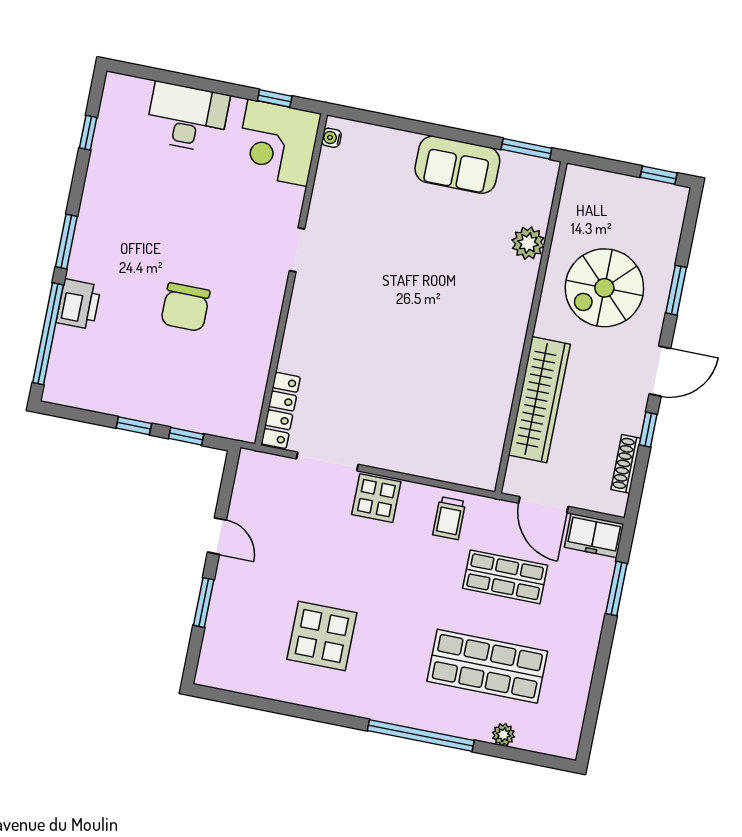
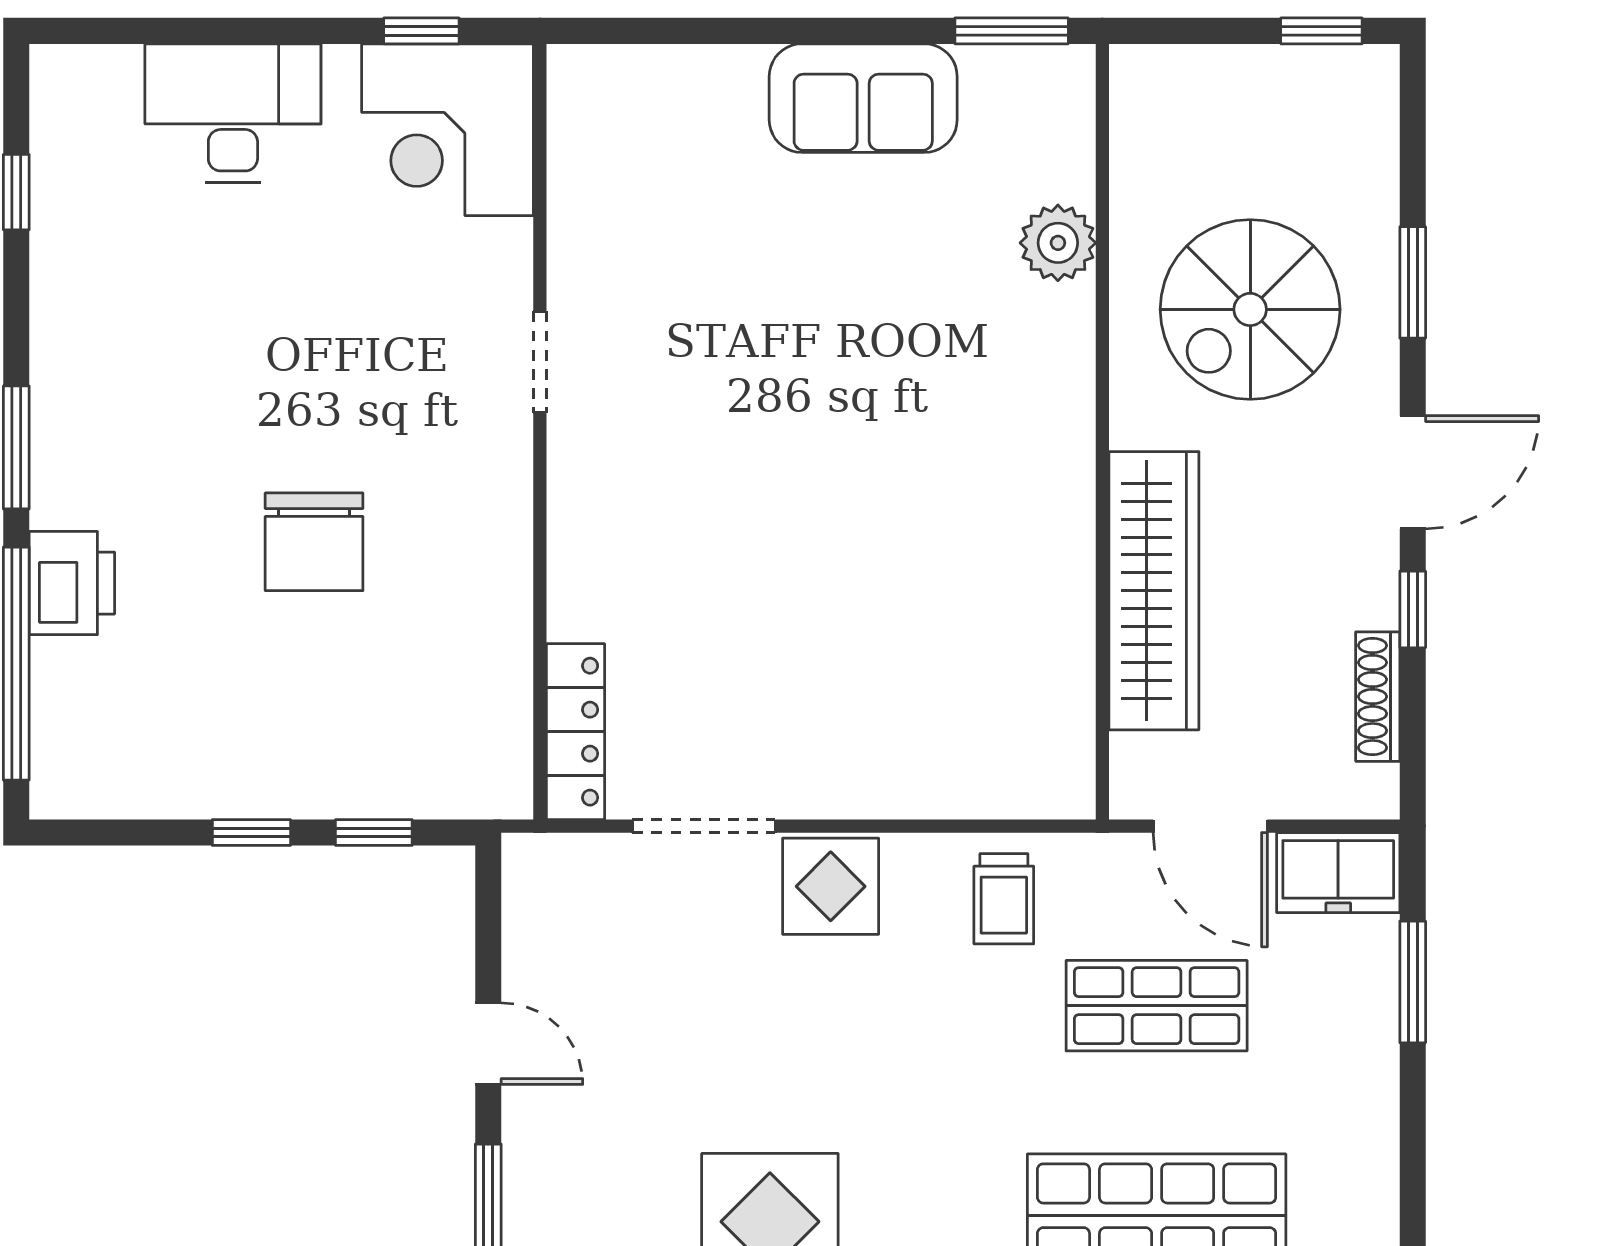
water cooler: (331, 138) -> (567, 94), removed

